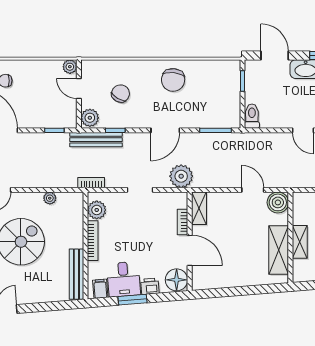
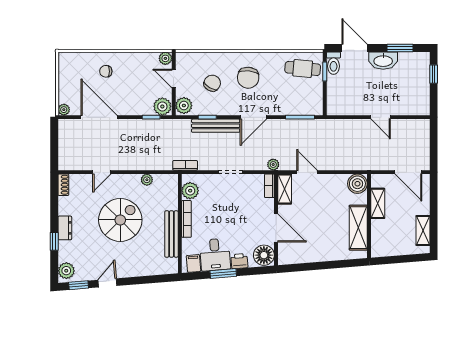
cafe table: (219, 78) -> (303, 68), added
chair: (173, 80) -> (248, 78), moved
toilet: (252, 116) -> (334, 63), moved, turned 180
plant: (67, 119) -> (162, 106), added
bench: (96, 140) -> (216, 126), moved
plant: (181, 176) -> (273, 165), width x0.53, depth x0.53
door: (253, 190) -> (307, 172), moved
bookcase: (182, 222) -> (269, 186), moved
shelving: (300, 242) -> (378, 203), moved
bench: (76, 274) -> (171, 234), moved

